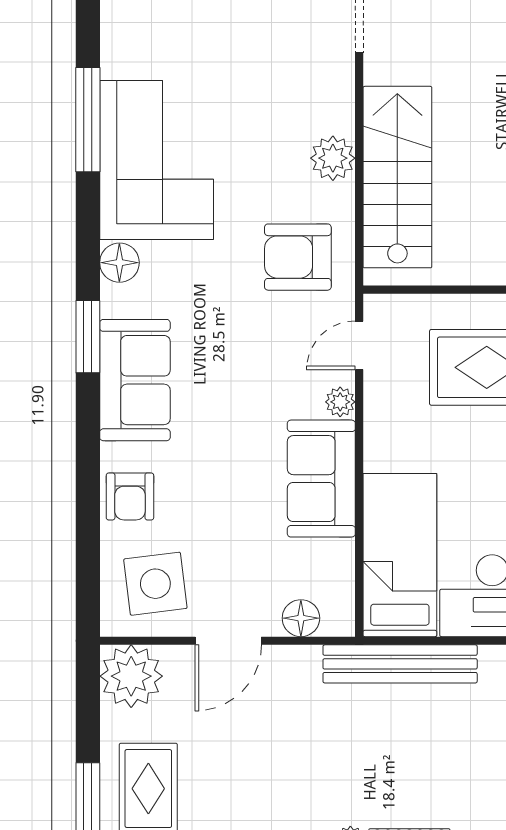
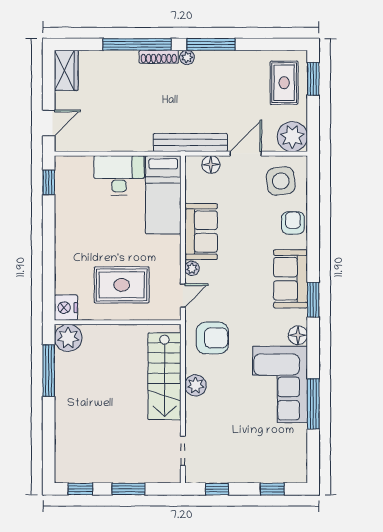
bench: (400, 664) -> (190, 143), moved

